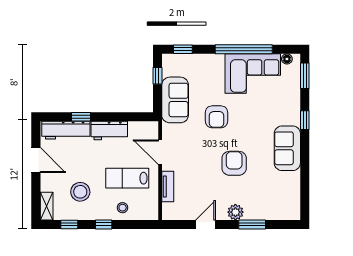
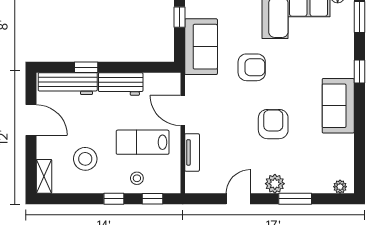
armchair: (217, 117) -> (252, 67), turned -90
plant: (289, 215) -> (340, 187), added
window: (69, 224) -> (152, 199), moved

